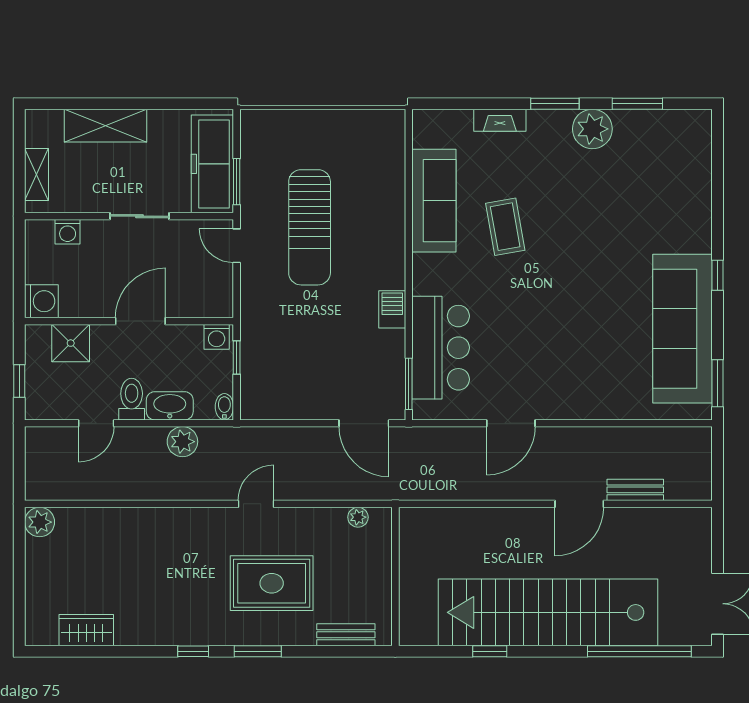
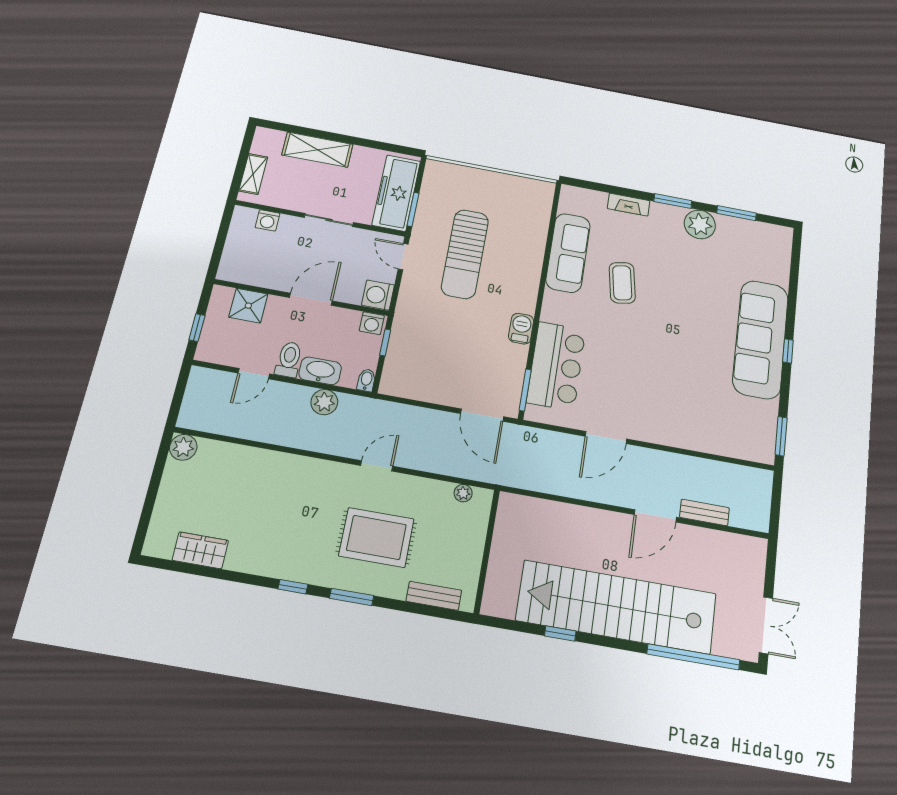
washing machine: (41, 301) -> (378, 295), moved, turned 180
sofa: (682, 329) -> (761, 339), moved

